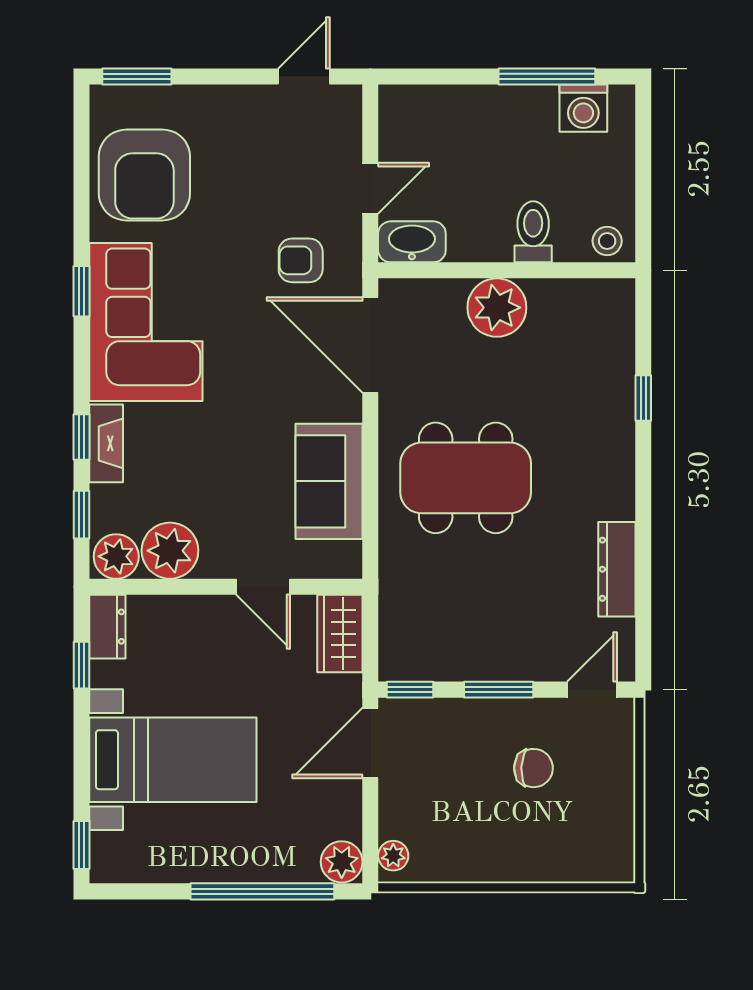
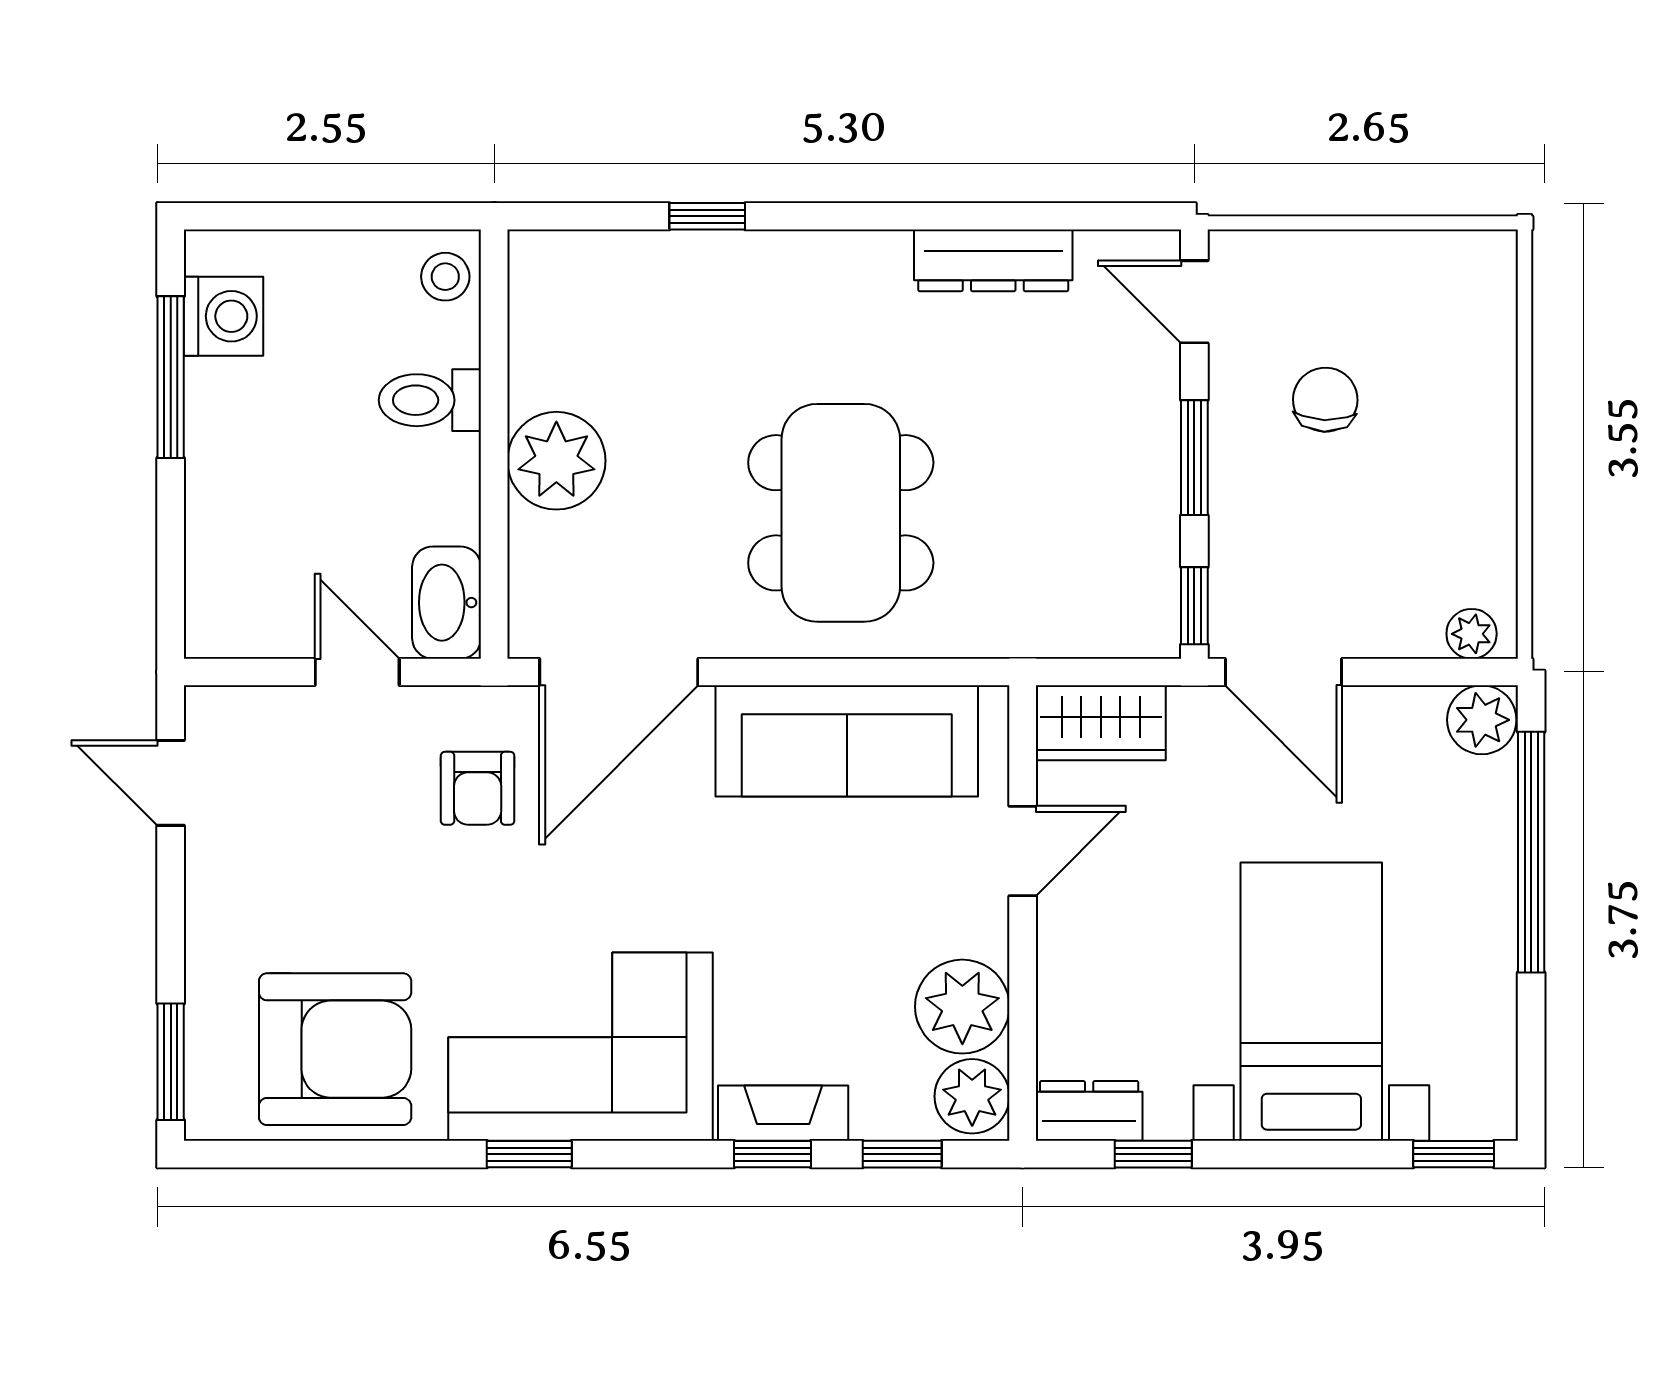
sofa: (329, 481) -> (847, 741), width x1.36

